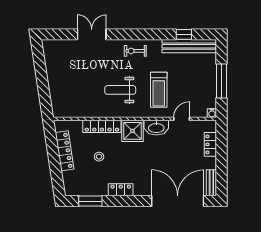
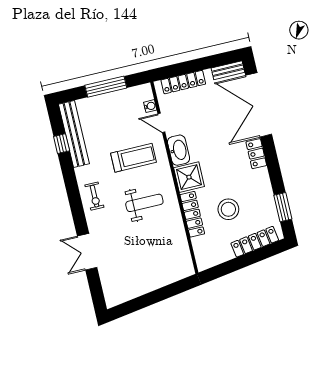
weight bench: (120, 90) -> (144, 203), turned -90
water cooler: (212, 113) -> (150, 106), moved
locker: (210, 144) -> (183, 82), width x1.53
locker: (65, 151) -> (255, 242), moved
stool: (99, 157) -> (228, 209), width x1.89, depth x1.89
locker: (121, 190) -> (256, 154), moved

